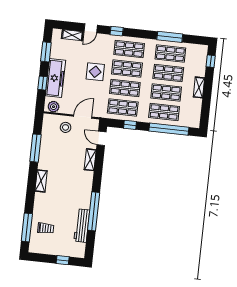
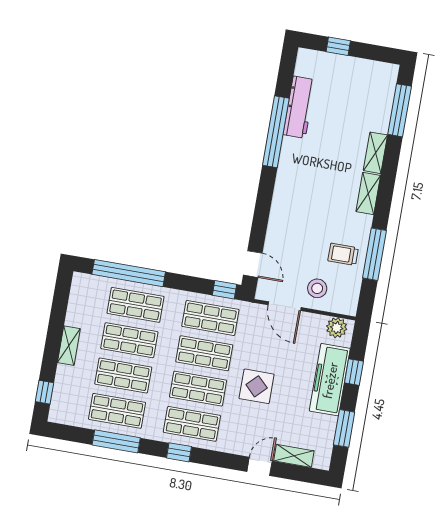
window: (117, 31) -> (179, 452), moved
door: (83, 117) -> (285, 306), hinge flipped
window: (130, 125) -> (224, 290), moved
shelving: (90, 160) -> (375, 153), moved
trolley: (46, 228) -> (343, 254), moved

